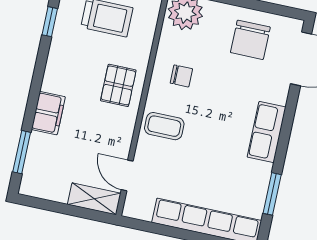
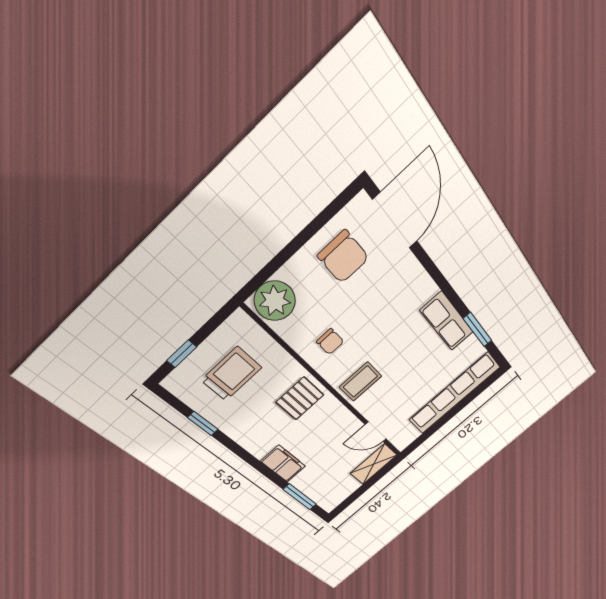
chair: (181, 76) -> (330, 342), turned 90
pallet: (118, 85) -> (300, 399), turned 90
row of seats: (267, 132) -> (447, 321), moved

